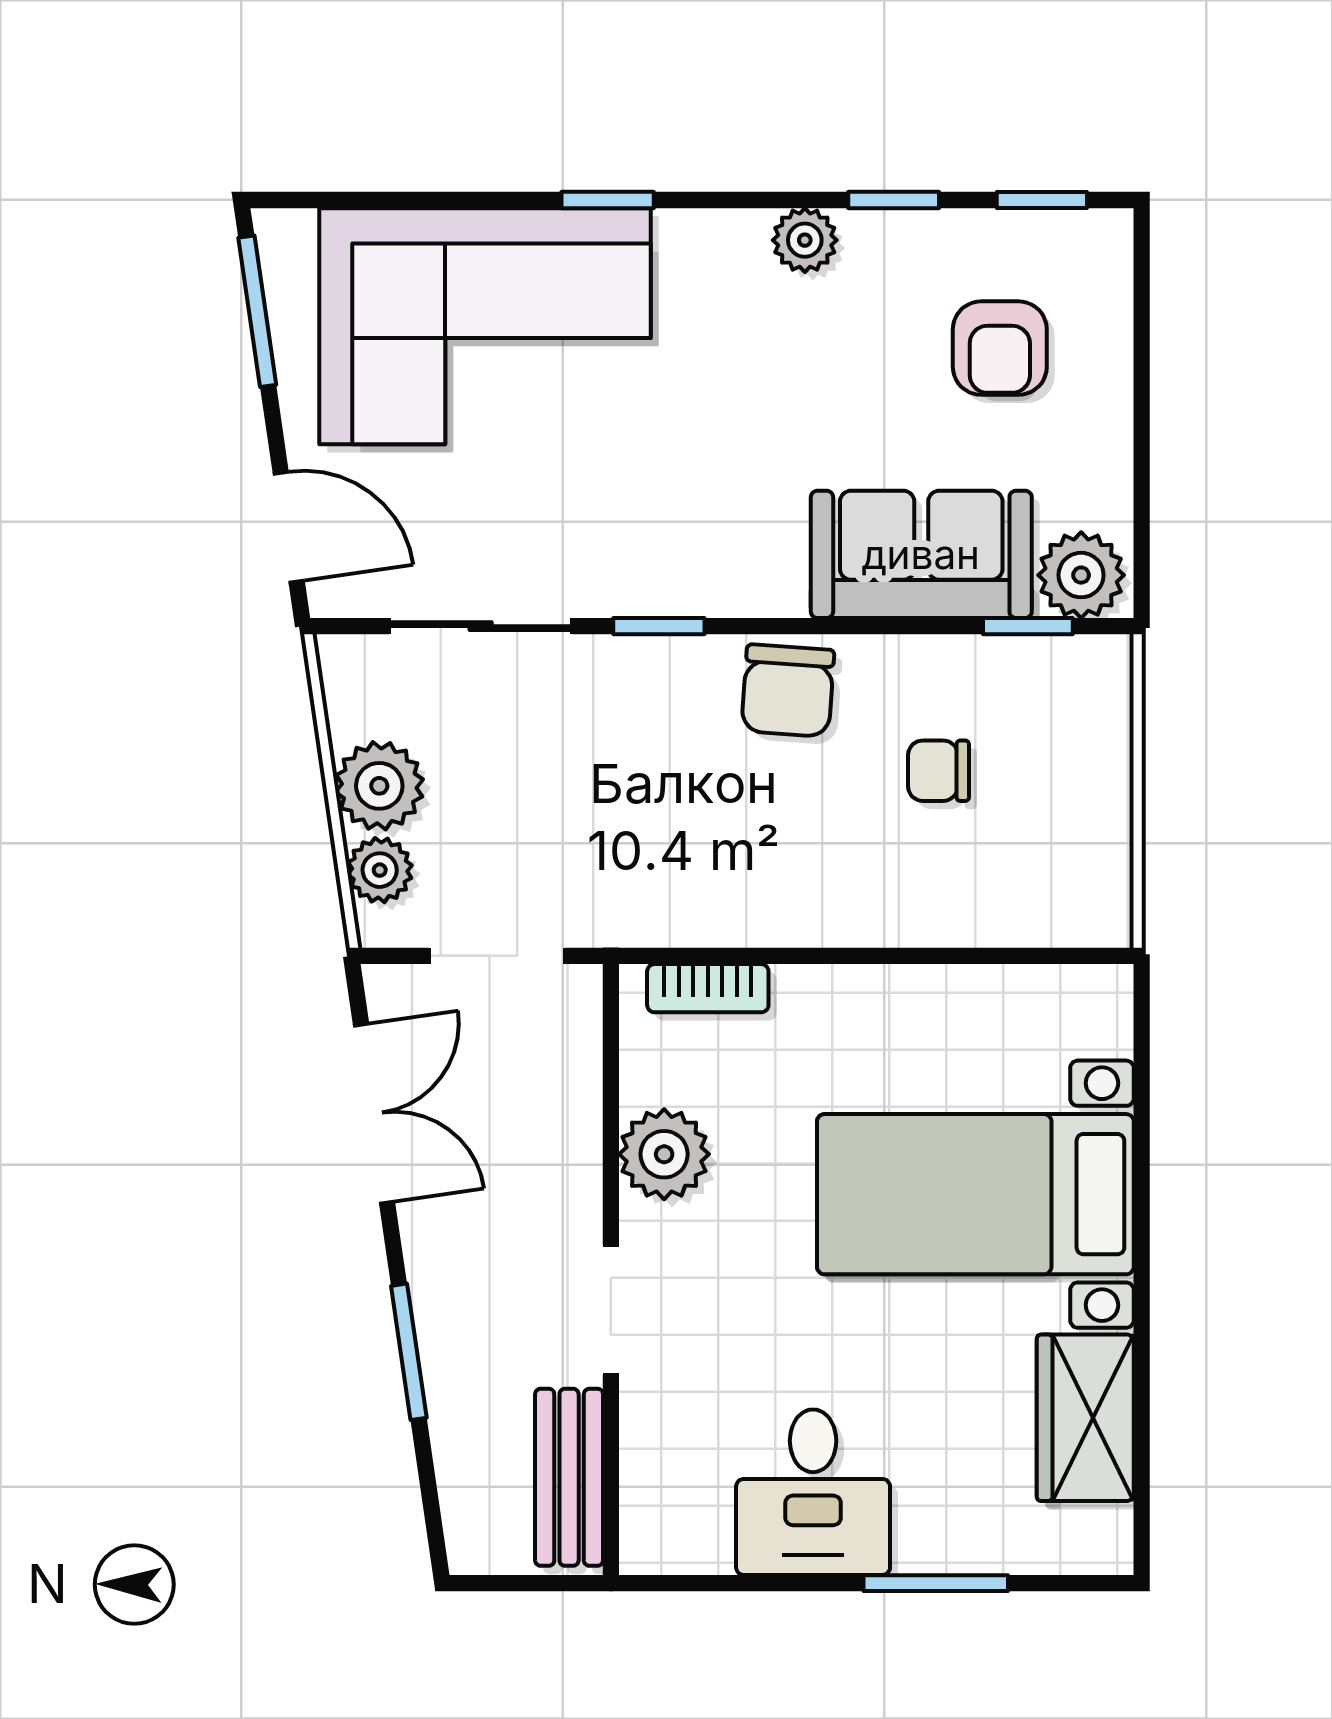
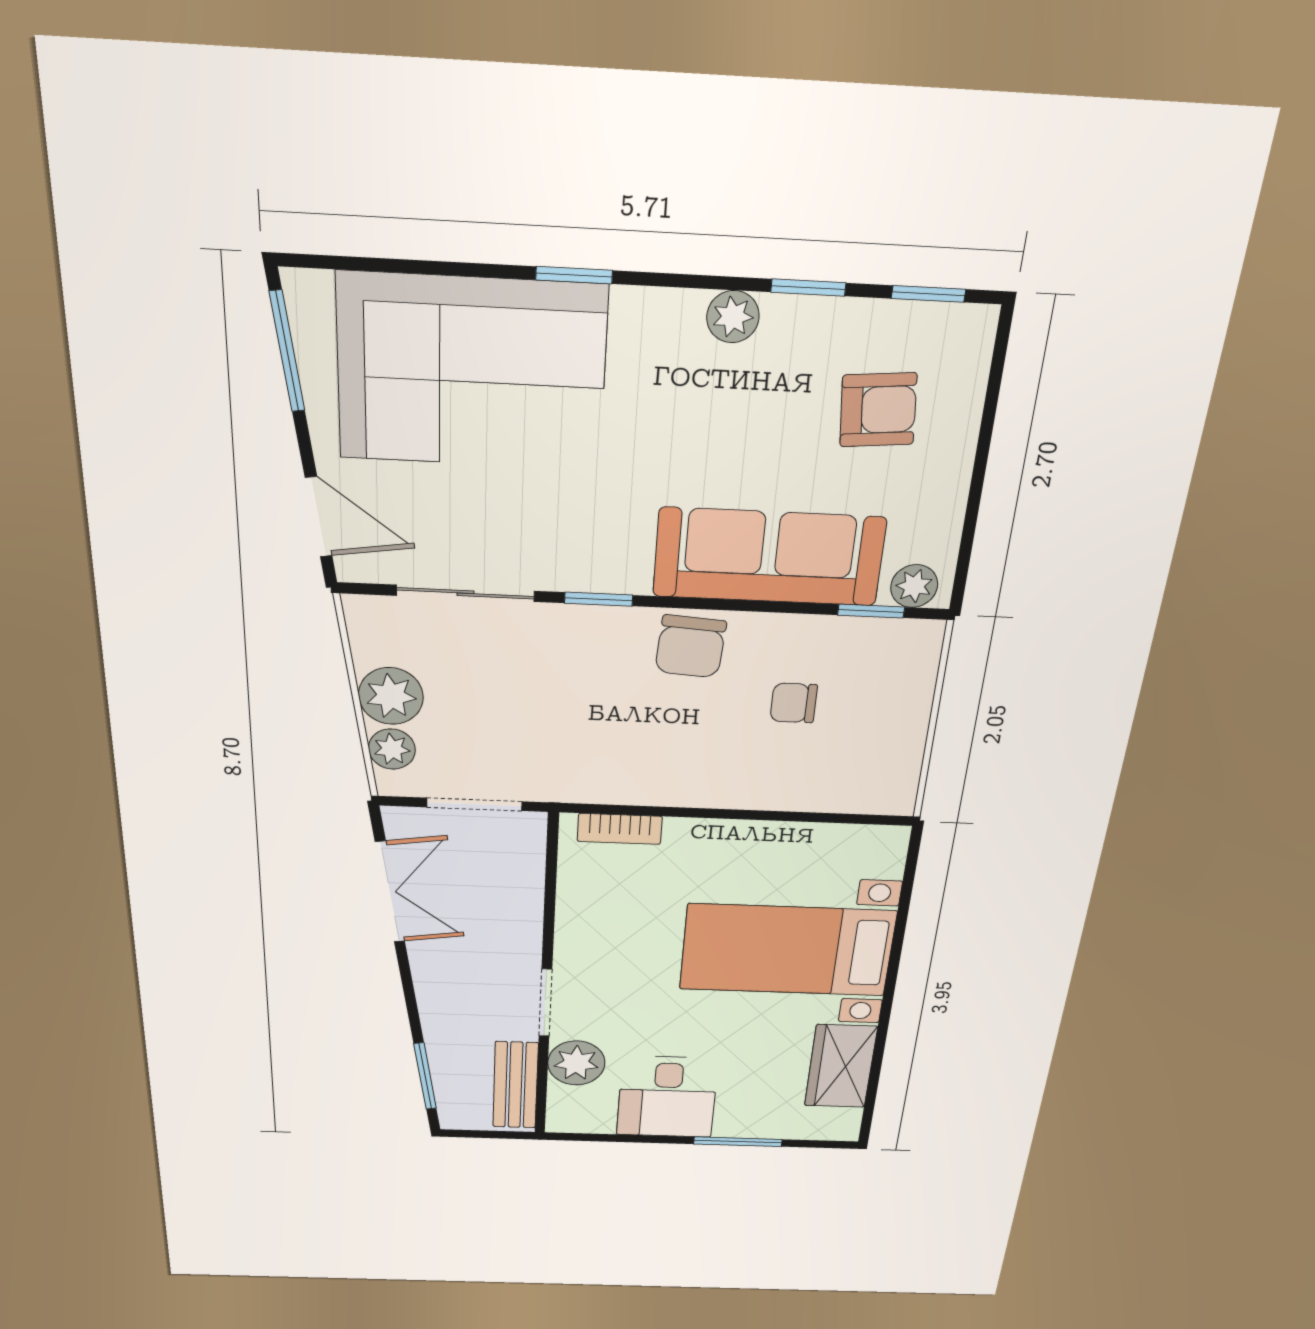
armchair: (1000, 348) -> (878, 410), turned -95
sofa: (921, 554) -> (769, 557), width x1.36
plant: (1081, 575) -> (914, 586), width x0.73, depth x0.73
plant: (664, 1154) -> (576, 1063), moved
window: (409, 1352) -> (425, 1076), moved

